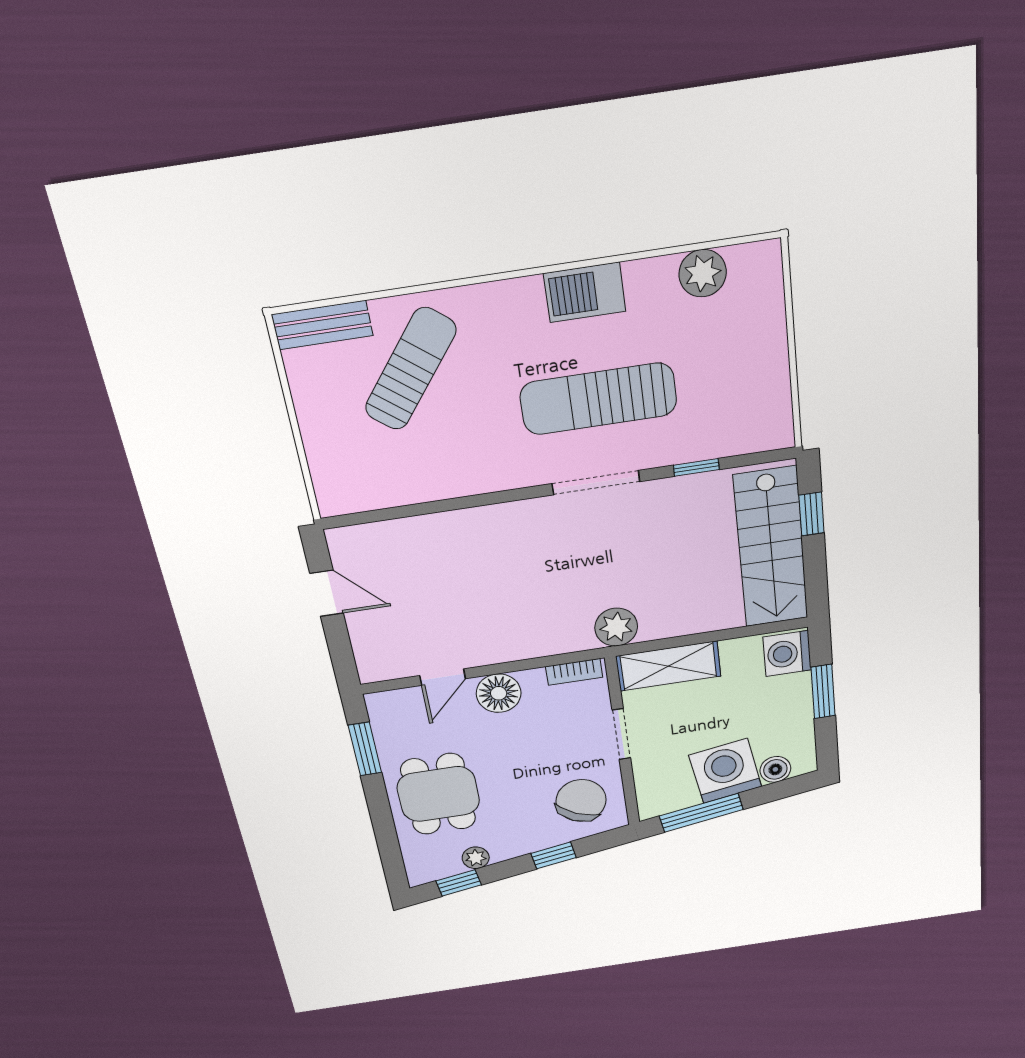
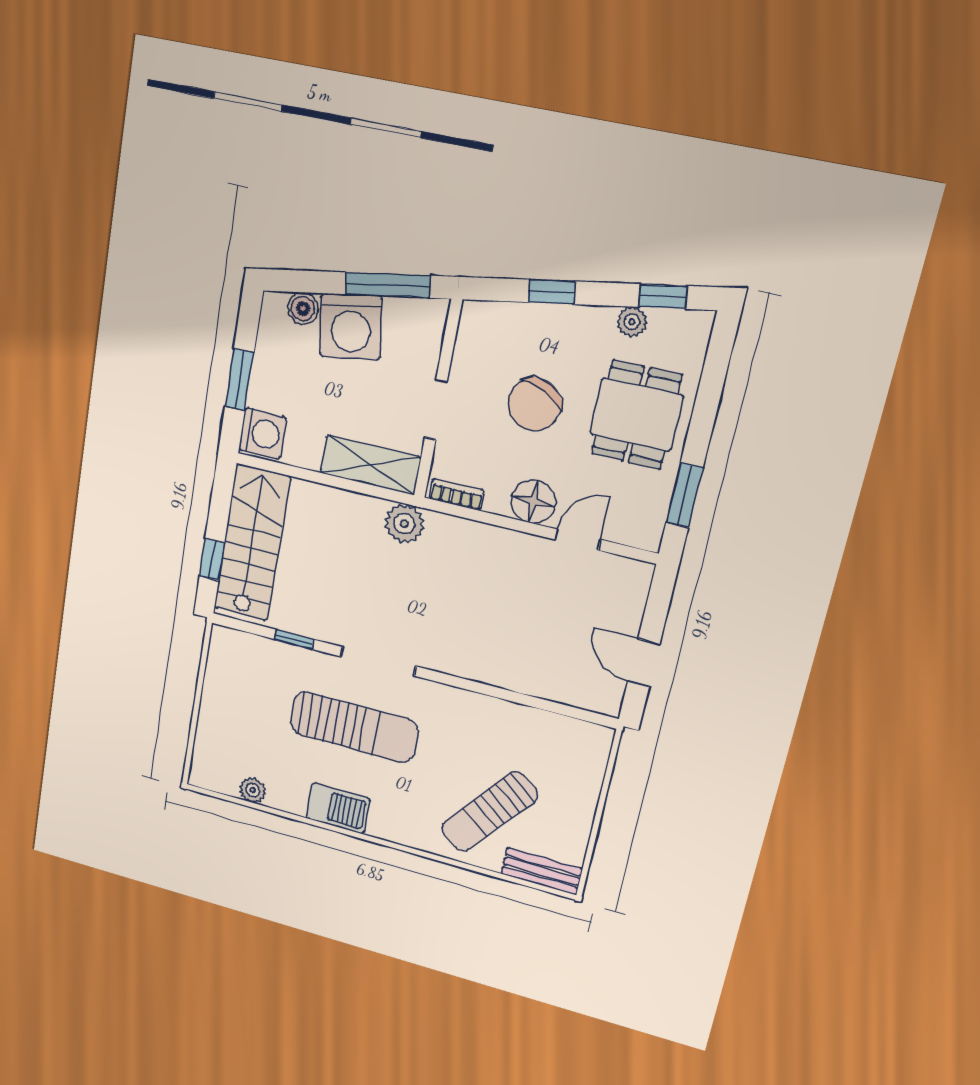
plant: (703, 273) -> (253, 790), width x0.73, depth x0.73
chair: (581, 801) -> (534, 404), moved

